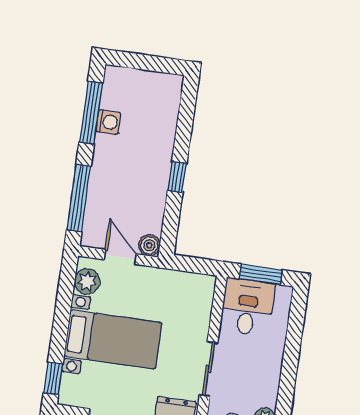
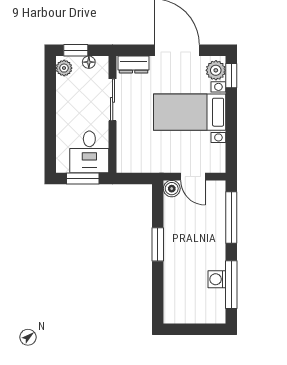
window: (177, 177) -> (158, 244), width x1.50
plant: (87, 281) -> (216, 70), moved

